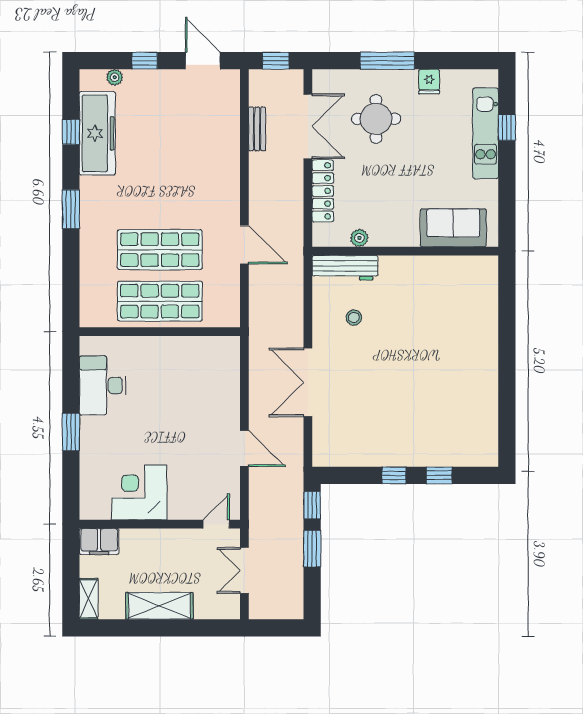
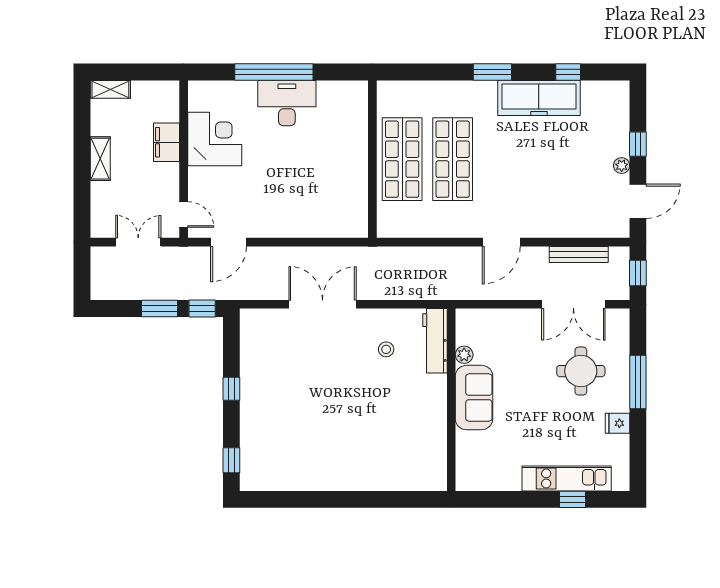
plant: (115, 77) -> (622, 166), moved
bench: (257, 129) -> (579, 255), width x1.36
freezer: (97, 133) -> (539, 98), moved
locker: (323, 191) -> (510, 319), removed
sofa: (453, 228) -> (474, 398), moved
door: (244, 245) -> (501, 242), moved
desk: (103, 385) -> (287, 103), moved
window: (71, 432) -> (274, 72), width x2.11
door: (244, 448) -> (229, 242), moved
window: (439, 475) -> (231, 460), moved
filing cabinet: (99, 541) -> (167, 142), moved
shelving: (159, 606) -> (100, 159), width x0.67, depth x0.75

